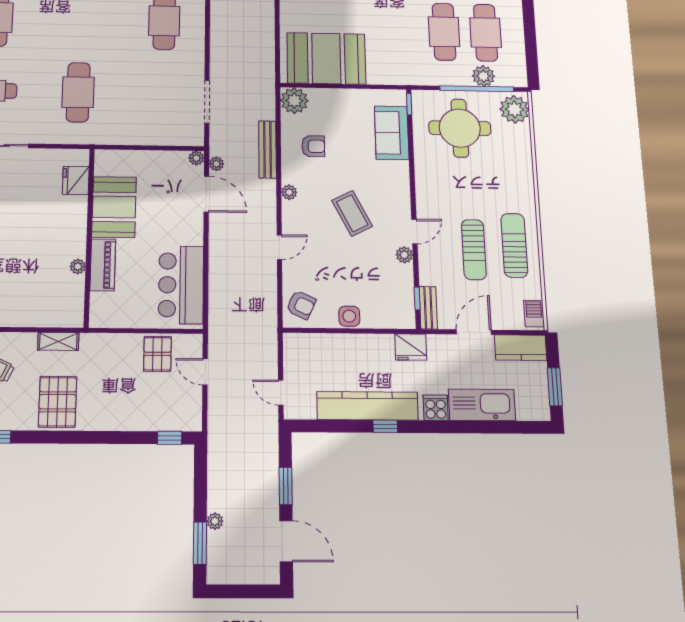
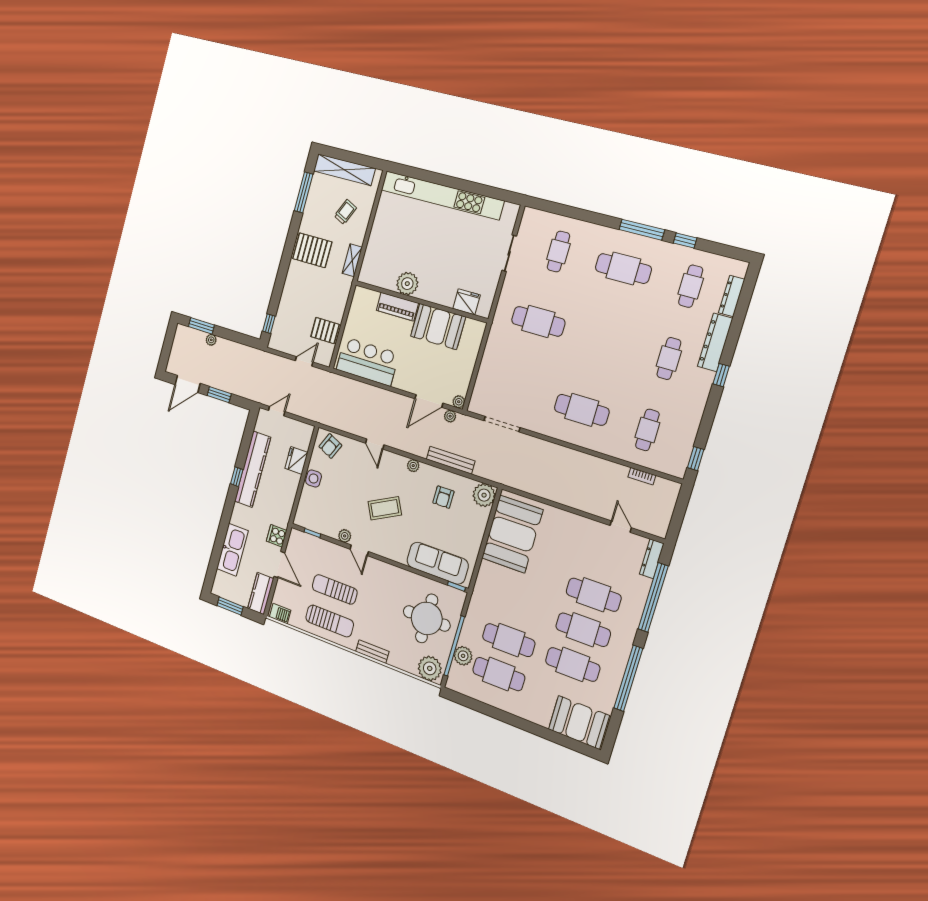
sofa: (392, 133) -> (437, 563), width x1.36
plant: (78, 266) -> (407, 284), width x1.88, depth x1.88
bench: (428, 308) -> (372, 652), moved
fridge: (411, 347) -> (296, 460), moved
cooker: (436, 408) -> (277, 536), moved, turned 180

